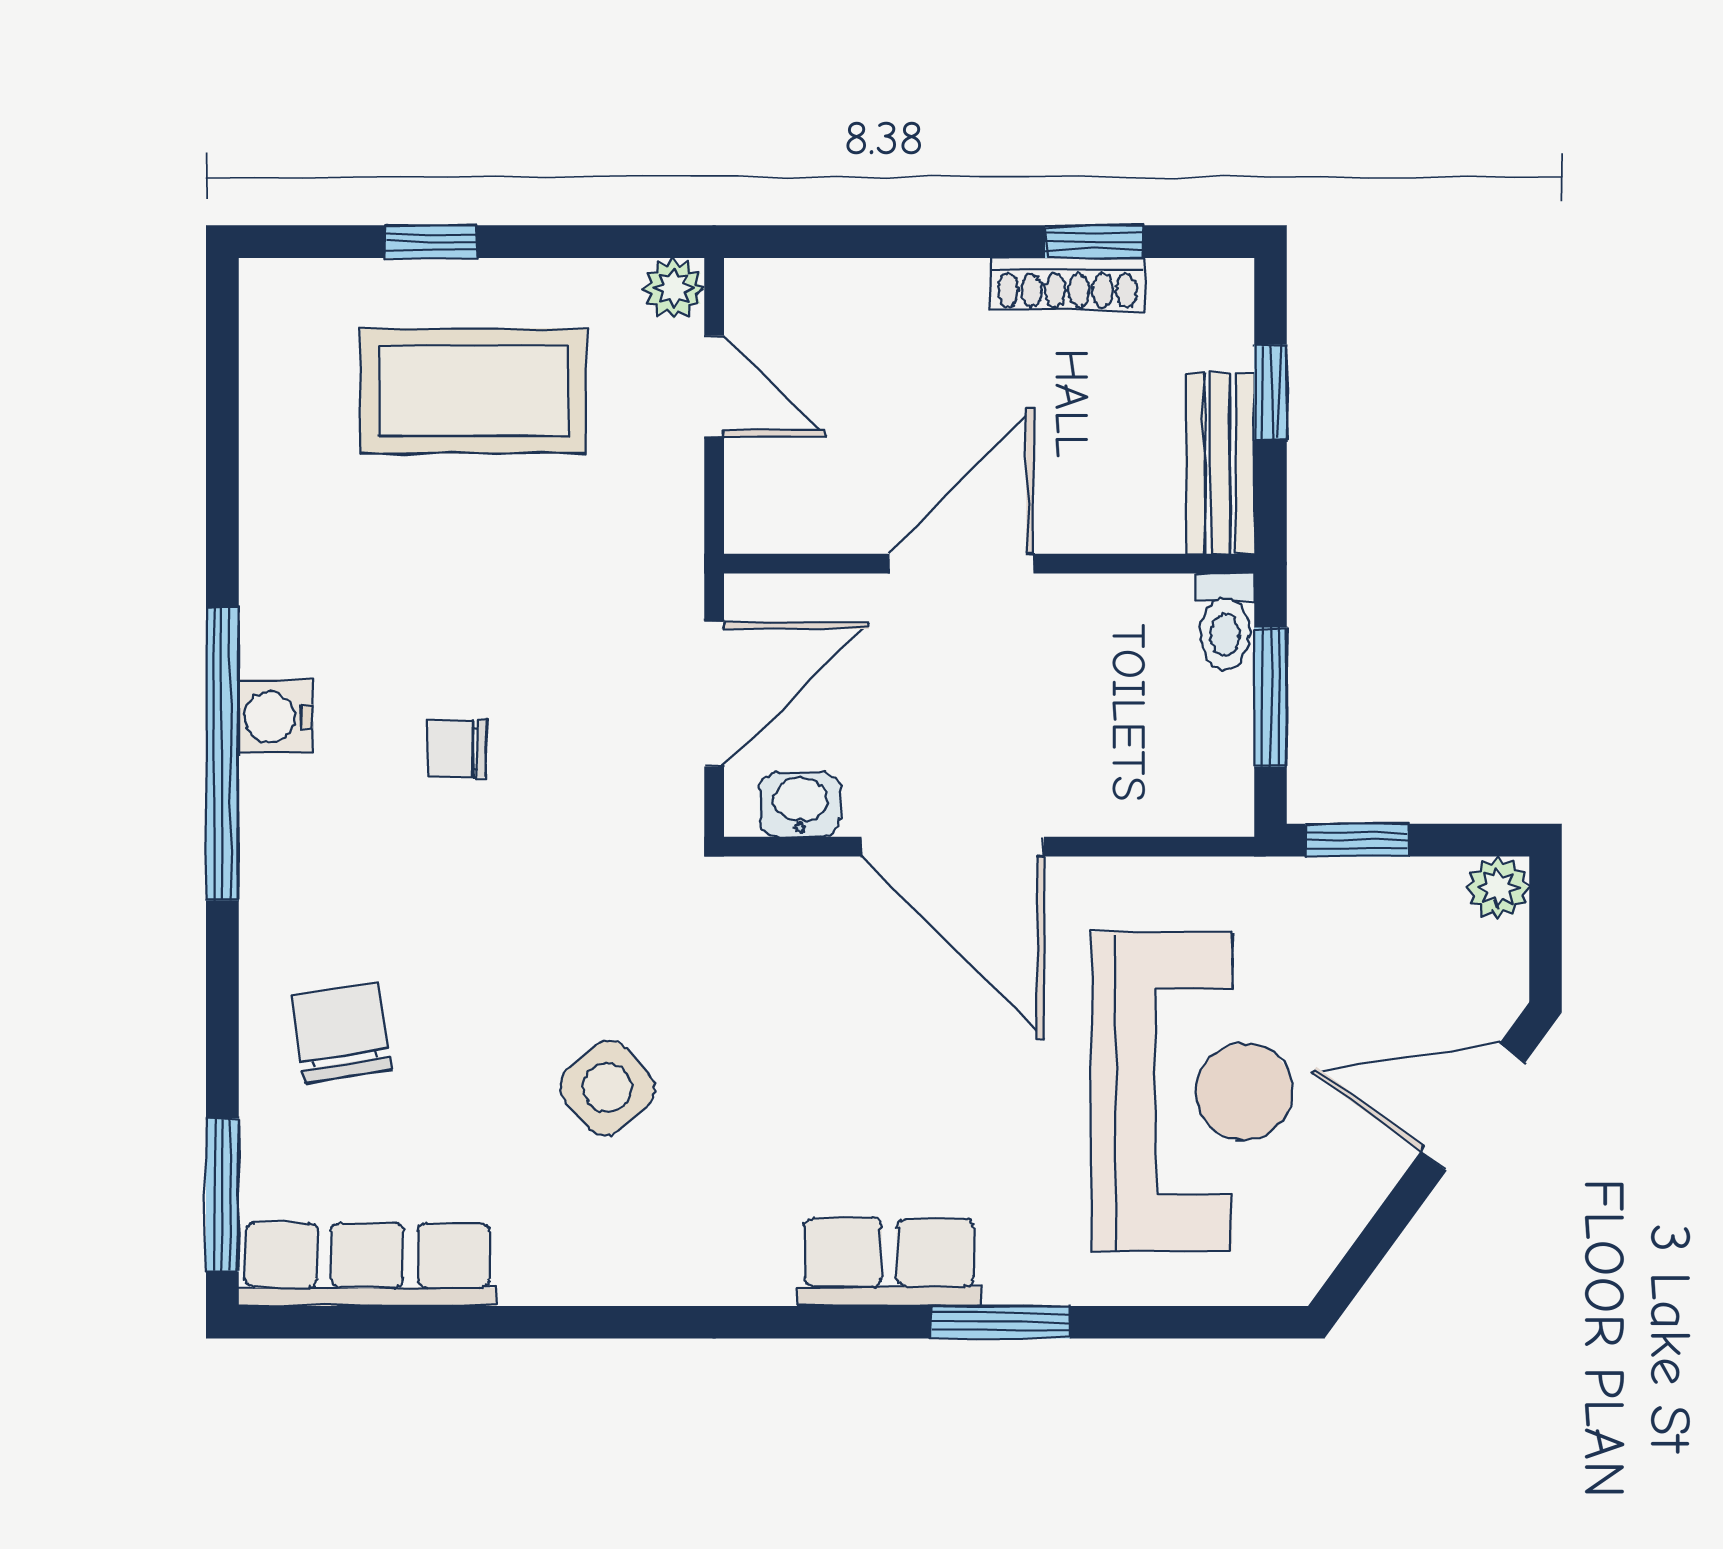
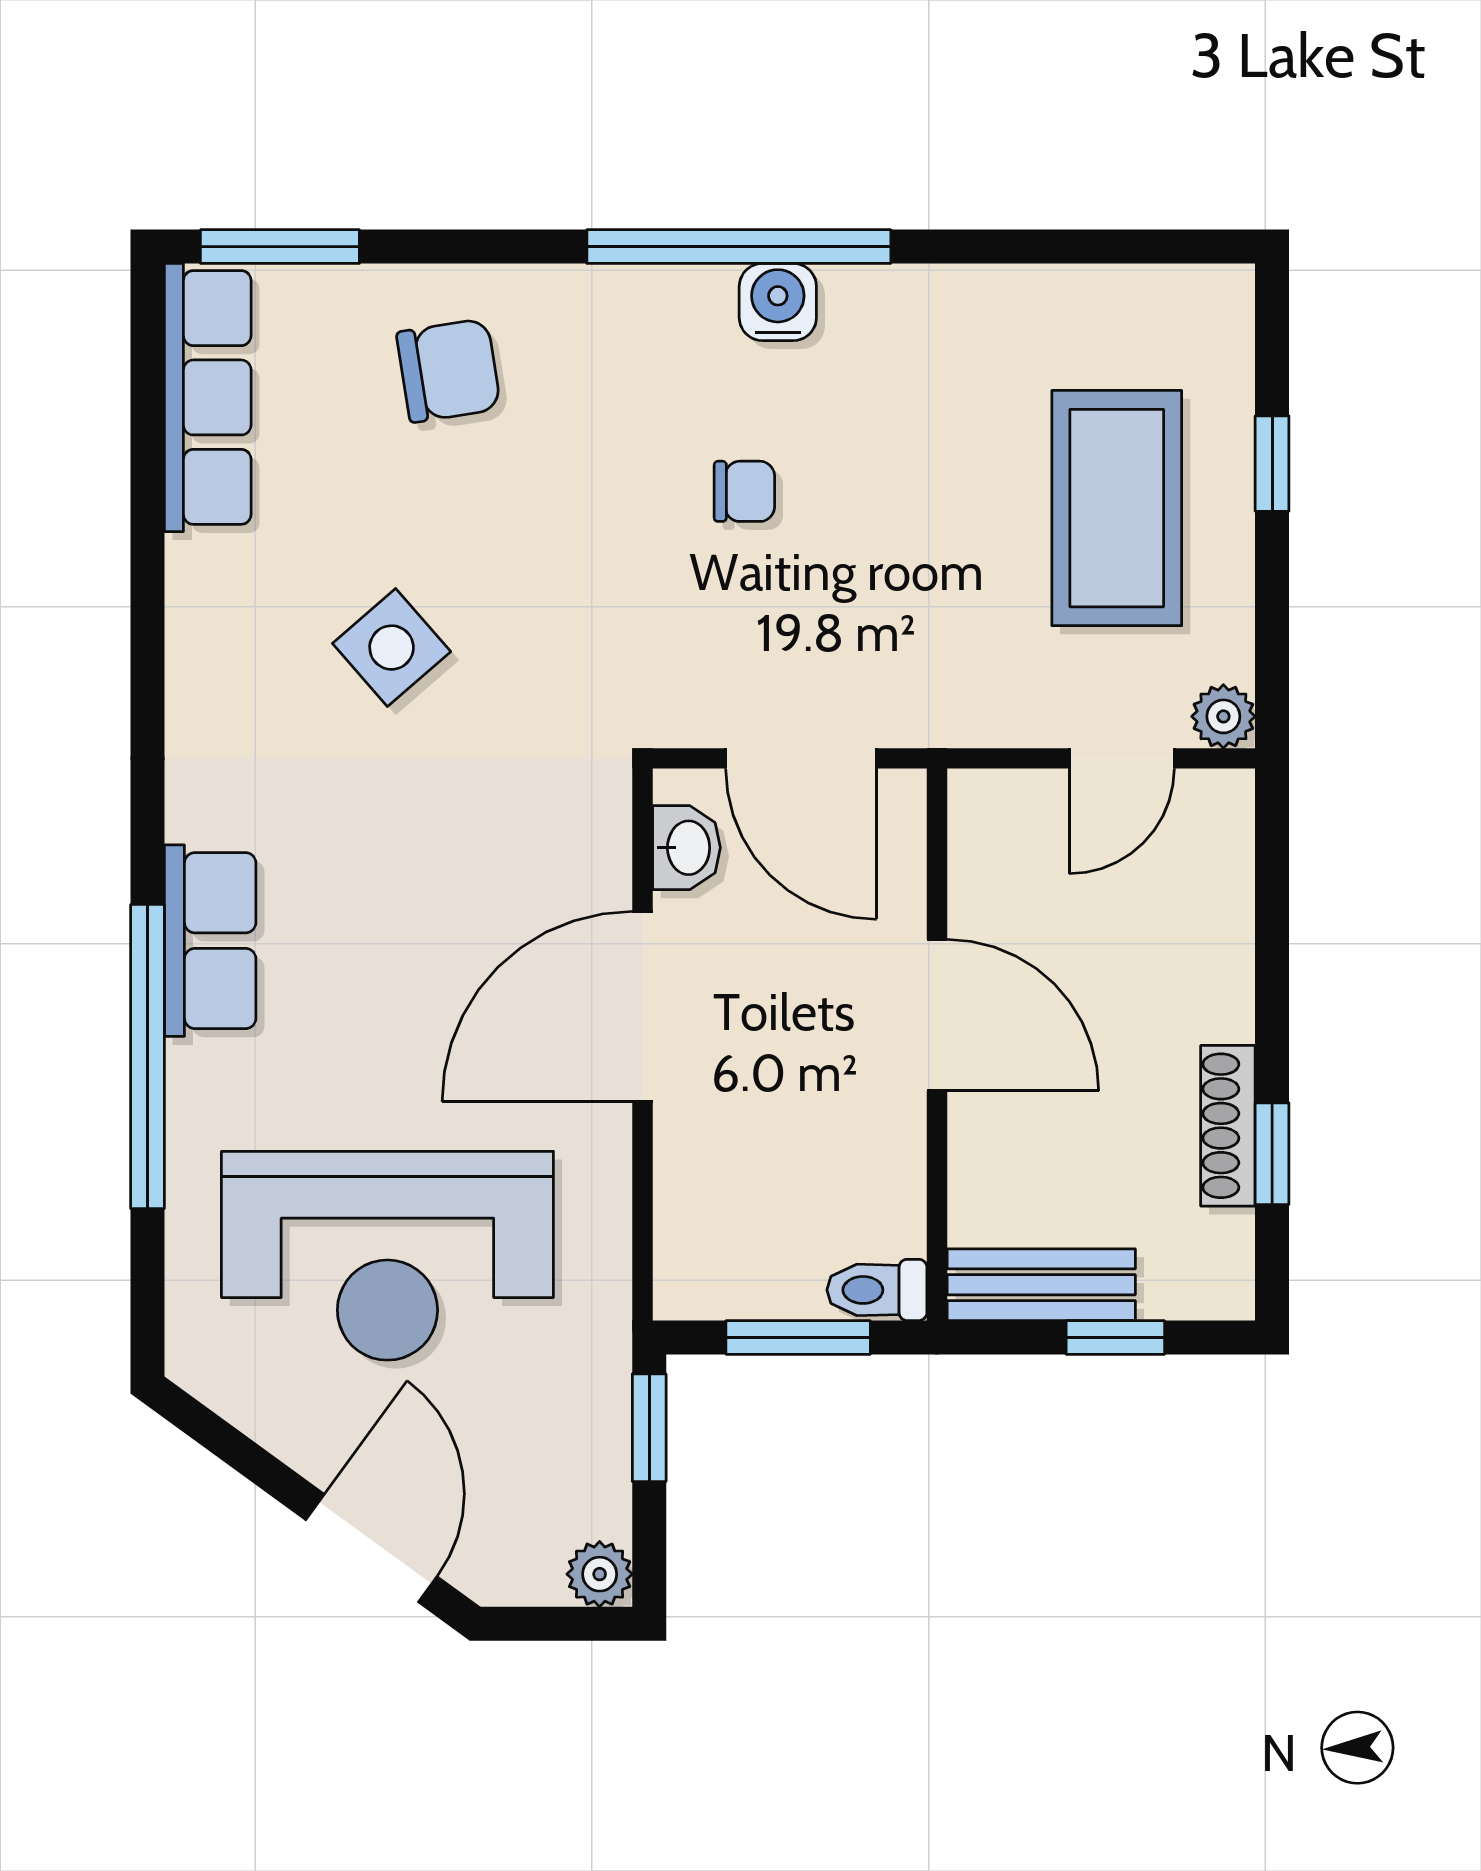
chair: (458, 749) -> (744, 491), turned 90
window: (1001, 1322) -> (147, 1057), width x2.11

